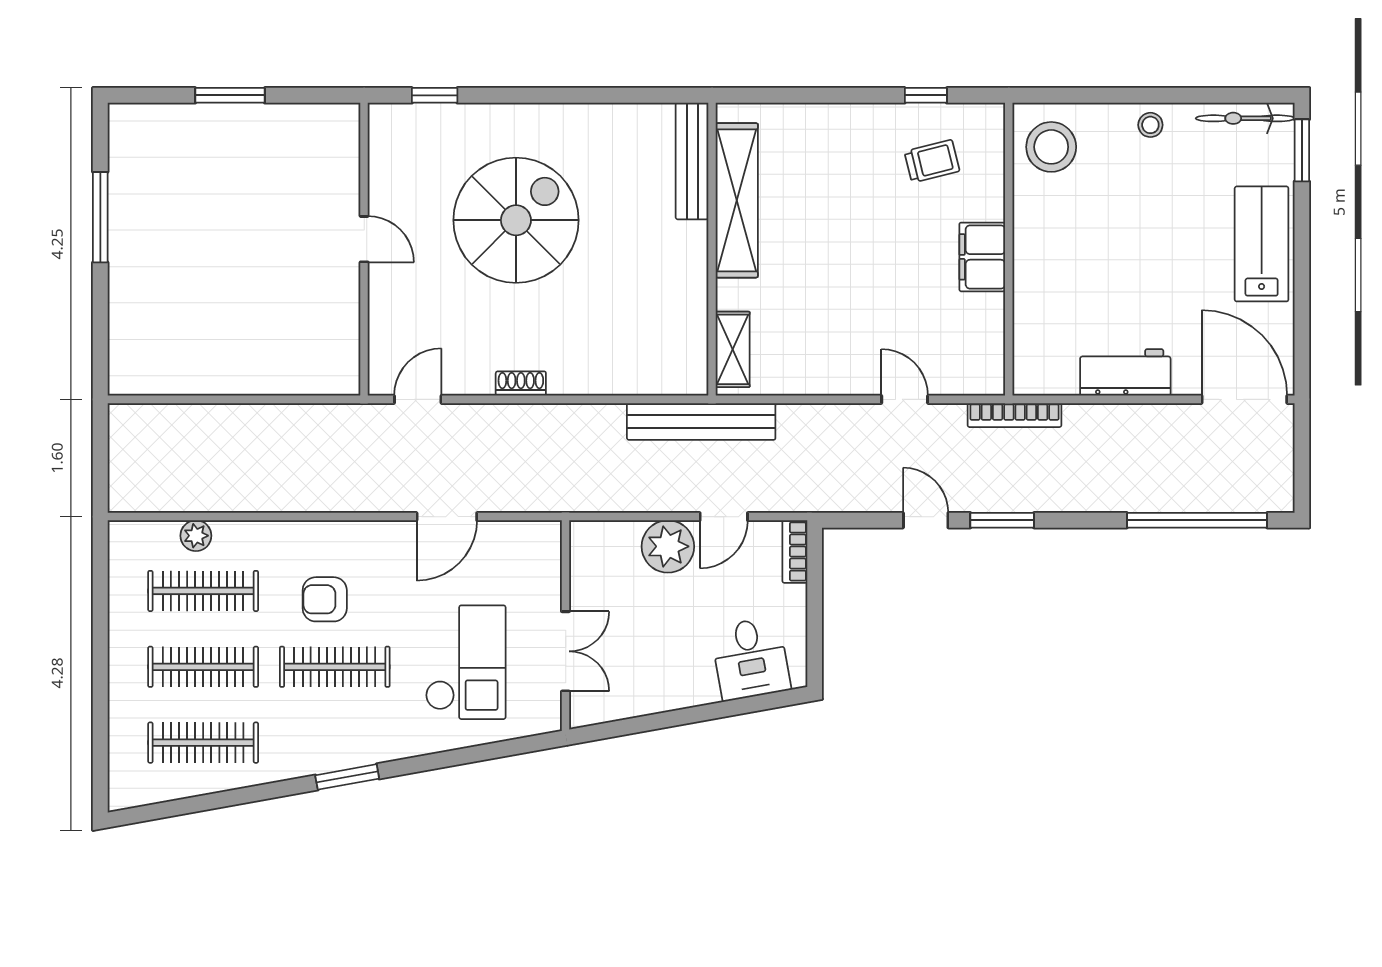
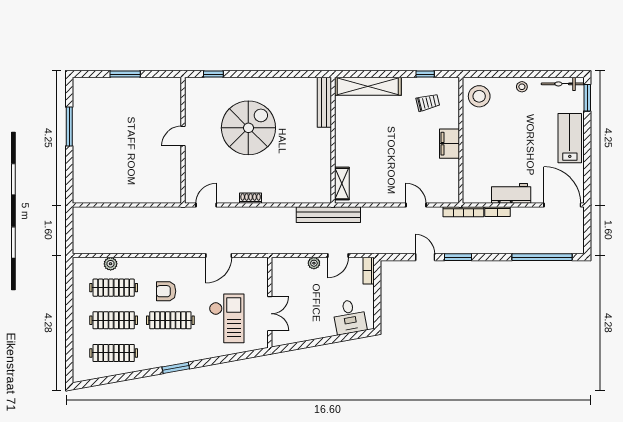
shelving: (737, 200) -> (368, 86), moved, turned 90
door: (364, 239) -> (183, 136), swing flipped
bookcase: (1094, 415) -> (497, 212), added
plant: (668, 546) -> (314, 263), width x0.53, depth x0.53

